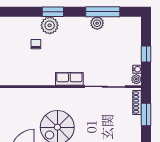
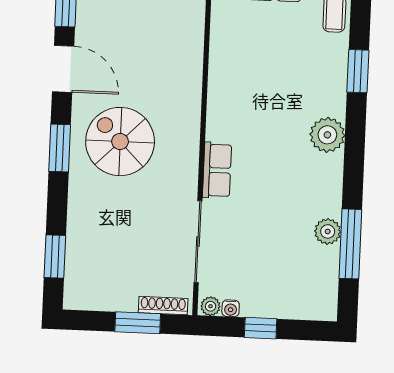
window: (53, 12) -> (358, 71), moved
chair: (36, 44) -> (290, 105), removed

